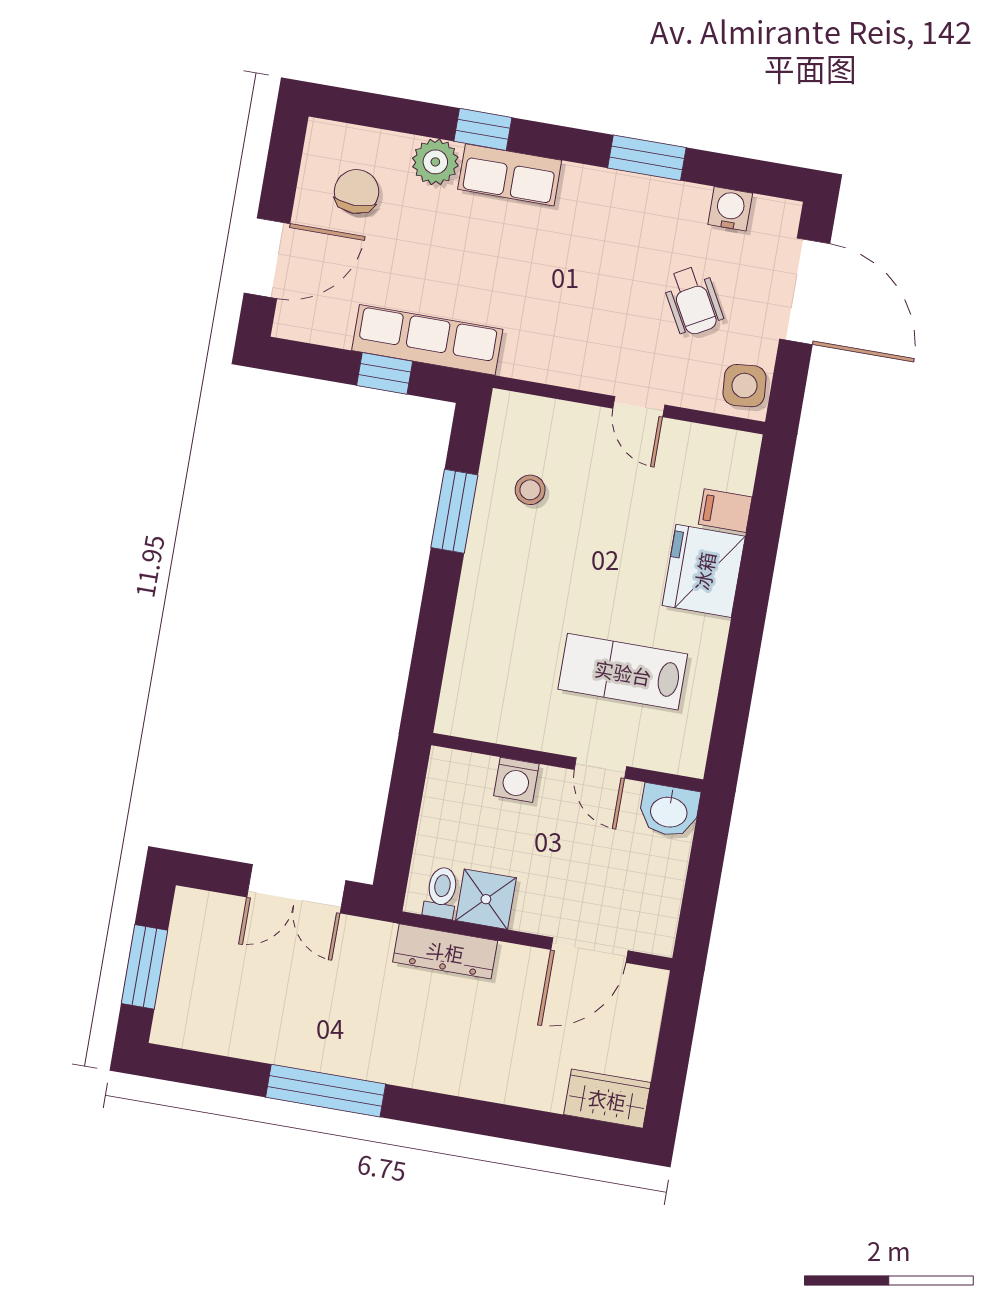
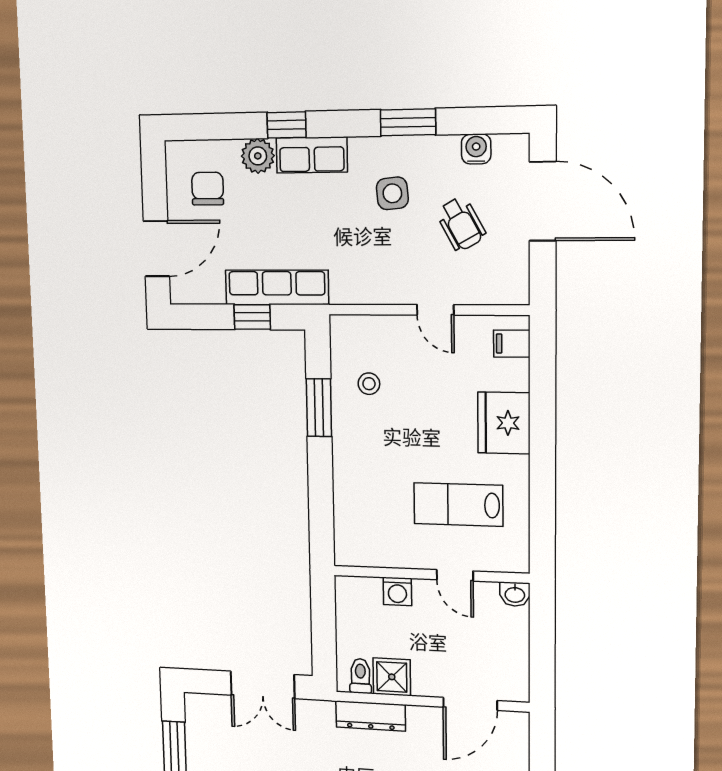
side table: (744, 386) -> (392, 193), moved
filing cabinet: (725, 511) -> (512, 344), moved
washbasin: (669, 811) -> (515, 594), width x0.72, depth x0.69

